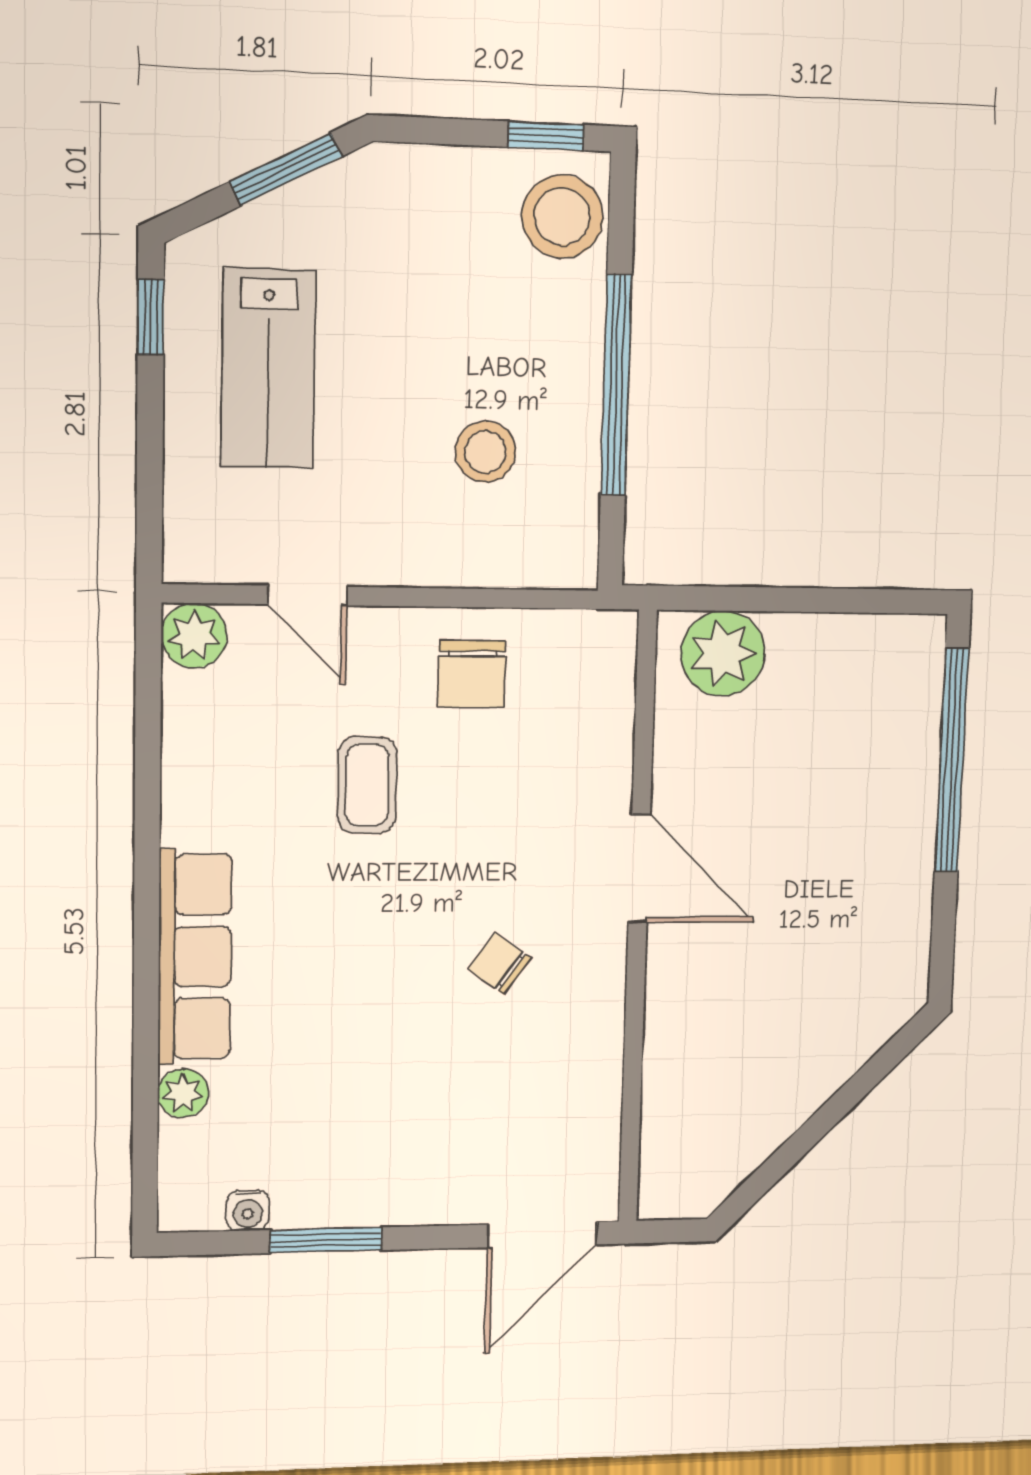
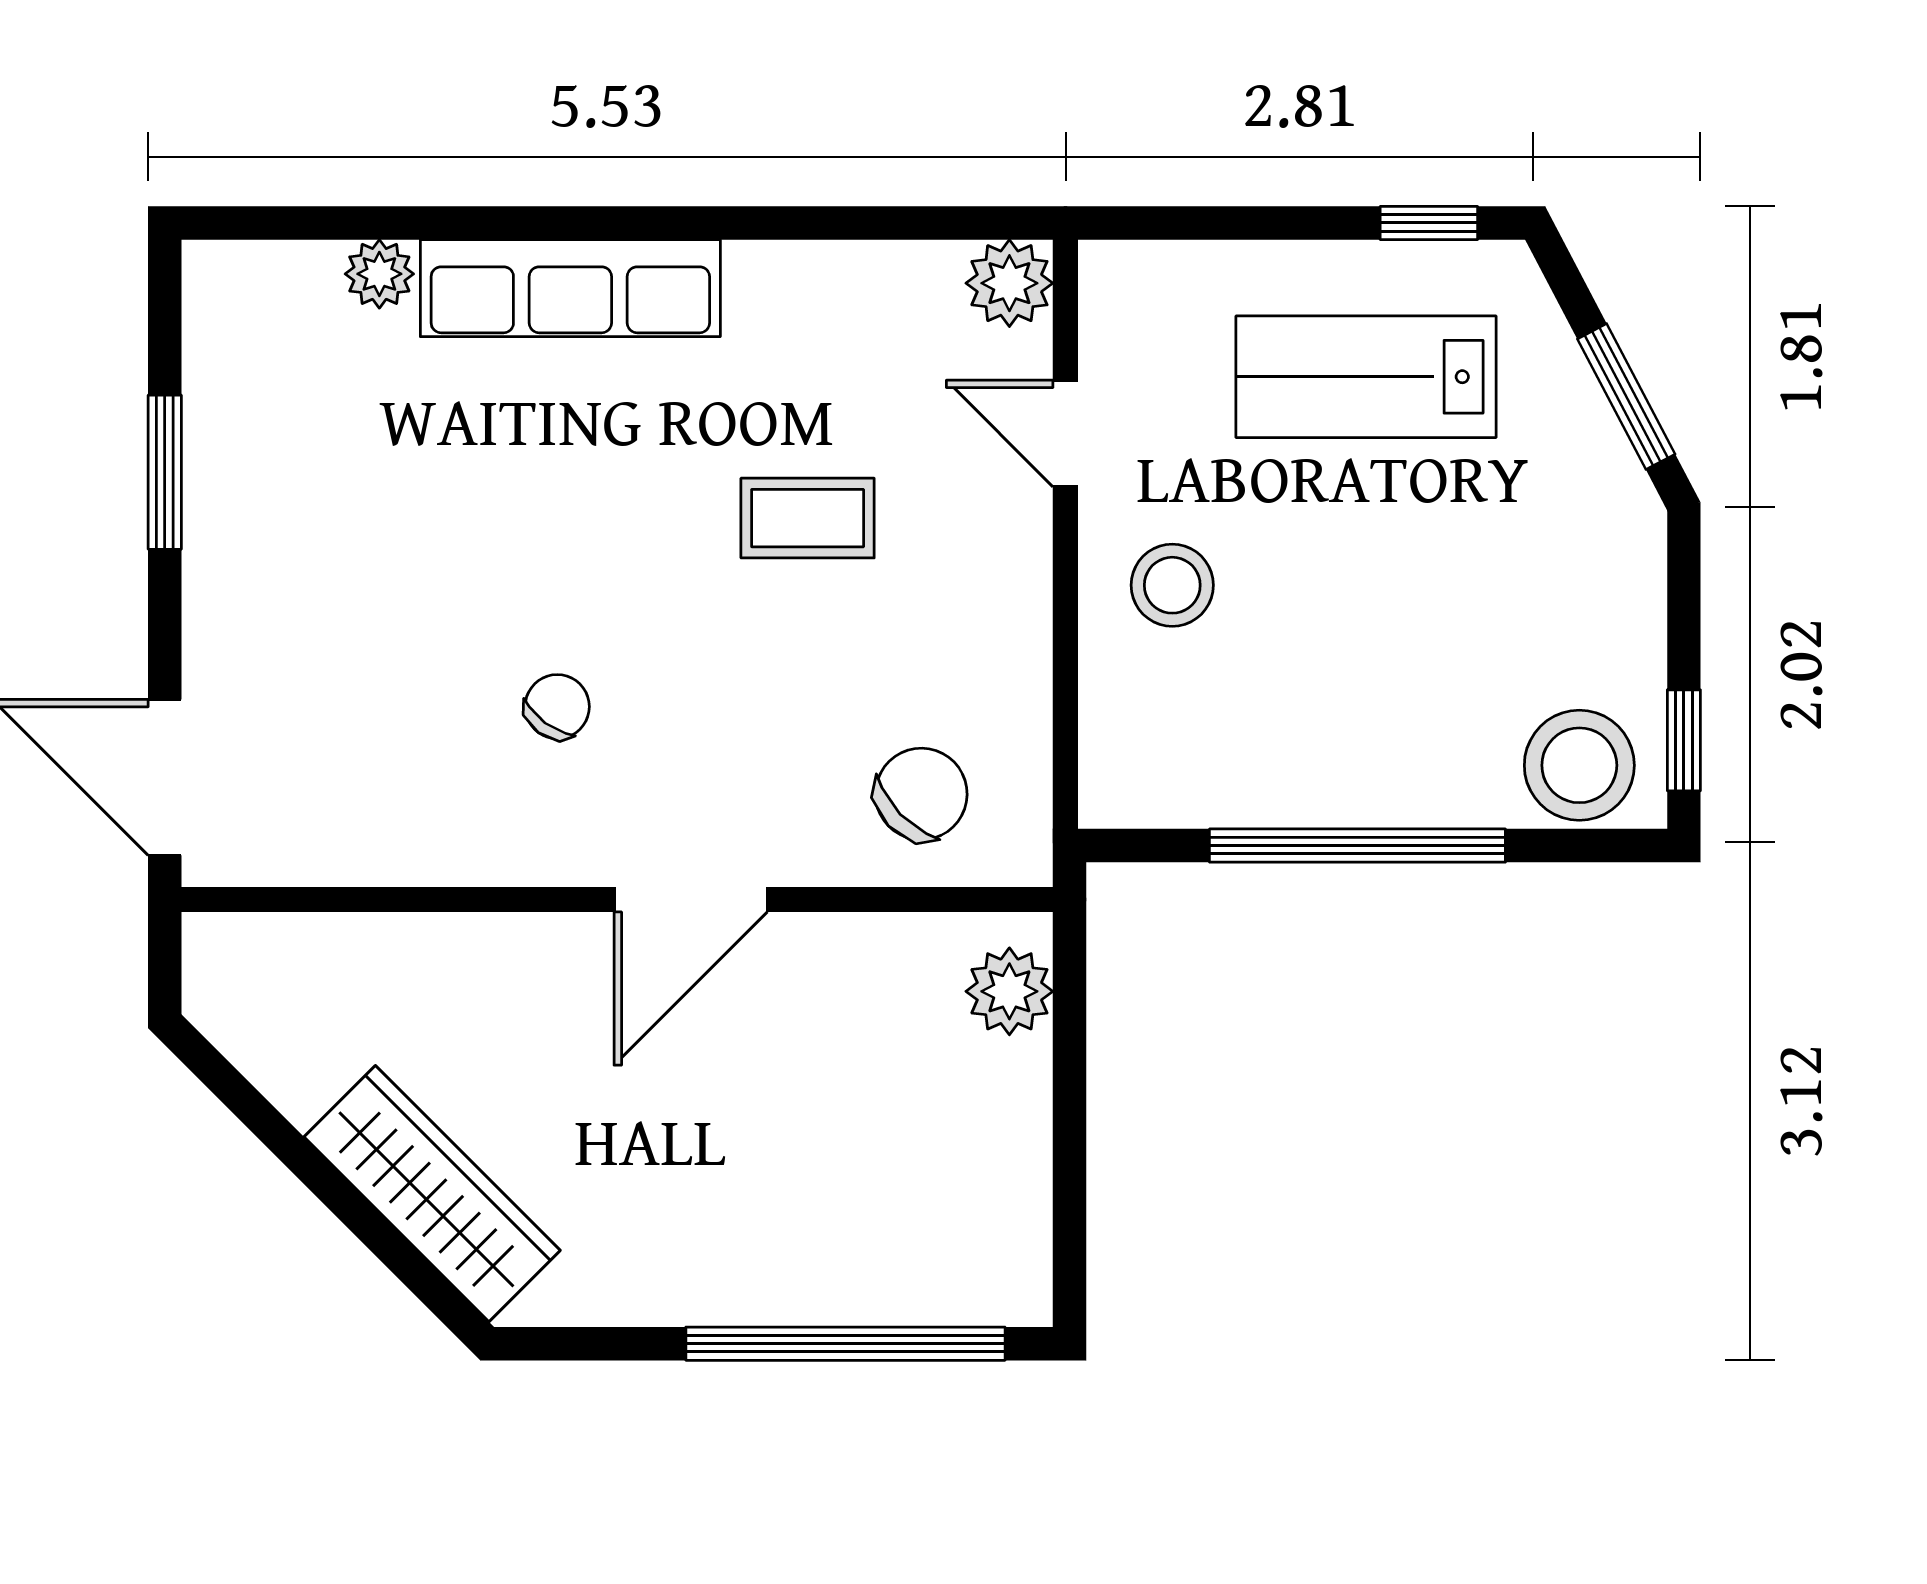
stool: (485, 452) -> (1172, 585), moved
door: (308, 595) -> (1065, 433), hinge flipped
plant: (723, 653) -> (1009, 991), width x0.73, depth x0.73
chair: (472, 674) -> (921, 794), moved, turned 136
wardrobe: (836, 1046) -> (432, 1194), added
water cooler: (248, 1210) -> (210, 364), removed

